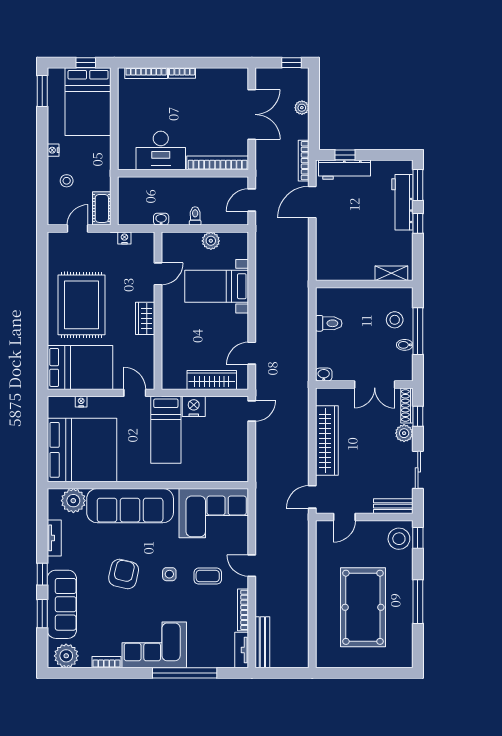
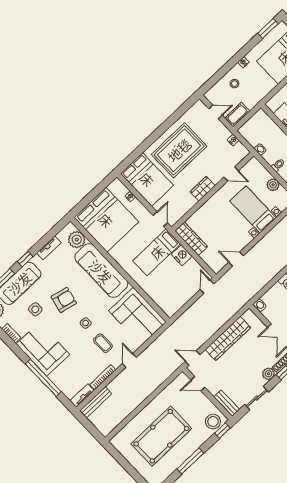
wardrobe: (212, 380) -> (191, 239), moved
door: (252, 411) -> (207, 287), swing flipped
side table: (105, 613) -> (35, 309), added

